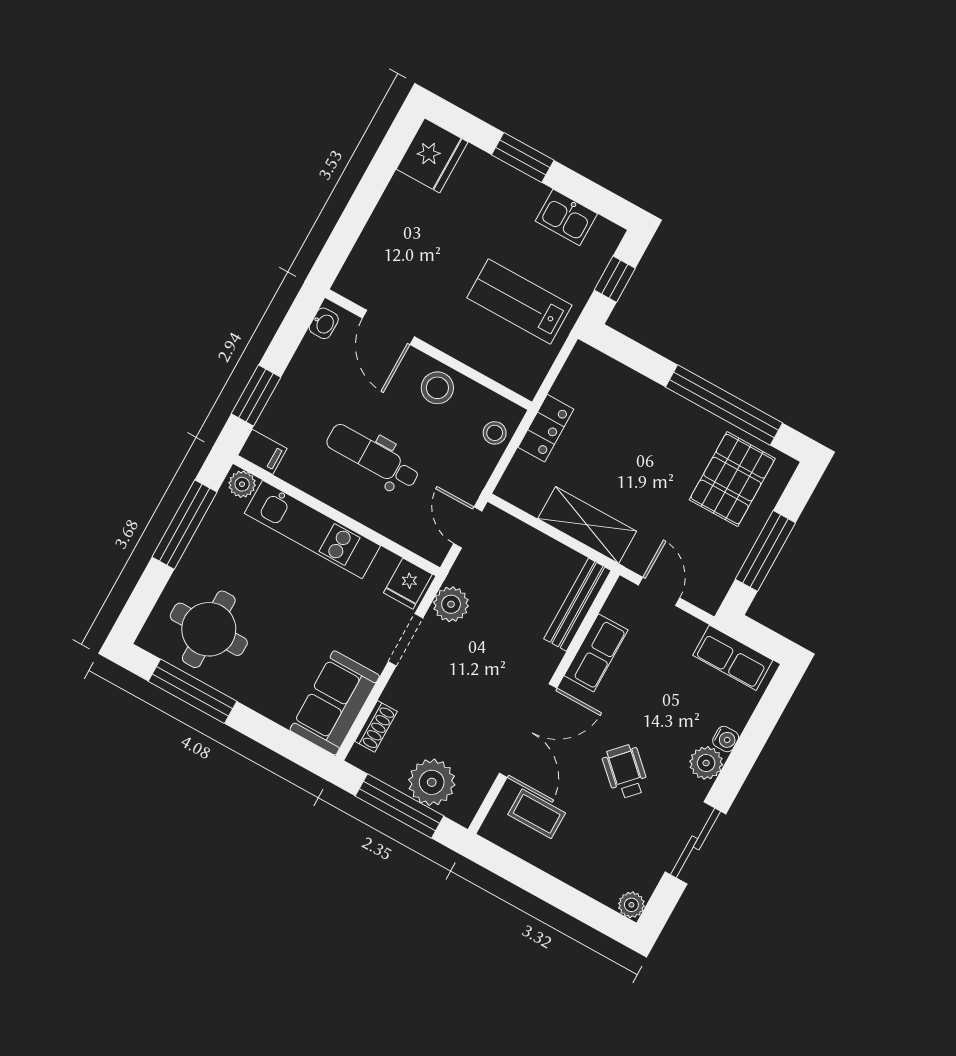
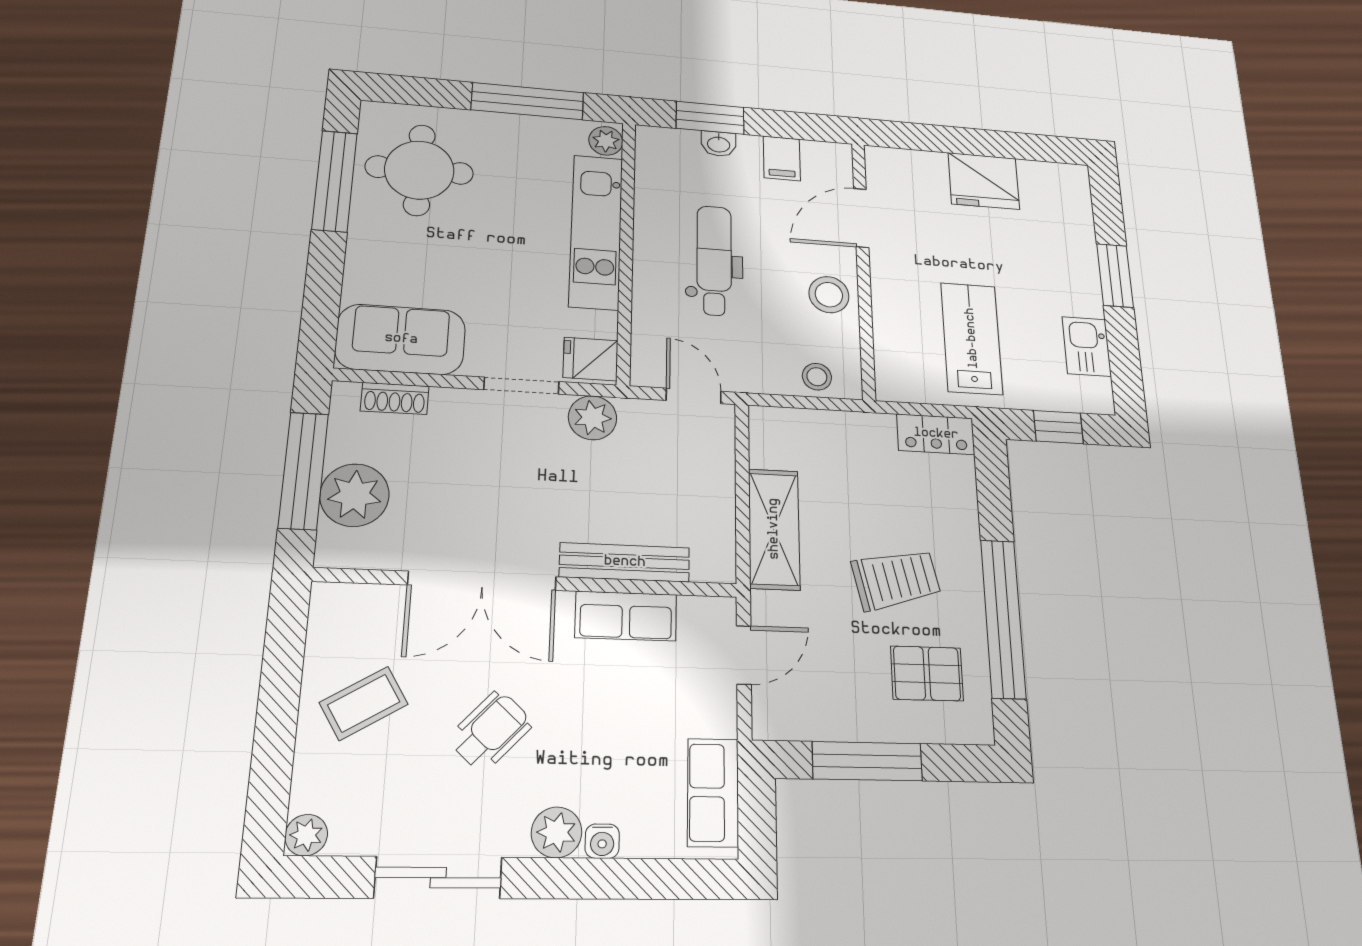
fridge: (432, 155) -> (984, 181), moved
washbasin: (324, 323) -> (719, 144), moved
locker: (546, 428) -> (936, 434), moved
filing cabinet: (262, 452) -> (782, 158), moved
trolley: (662, 462) -> (896, 579), added
pallet: (732, 479) -> (927, 673), width x0.67, depth x0.71
door: (468, 527) -> (694, 396), hinge flipped
bench: (577, 605) -> (625, 562), moved
coffee table: (537, 814) -> (364, 703), moved, turned 59

